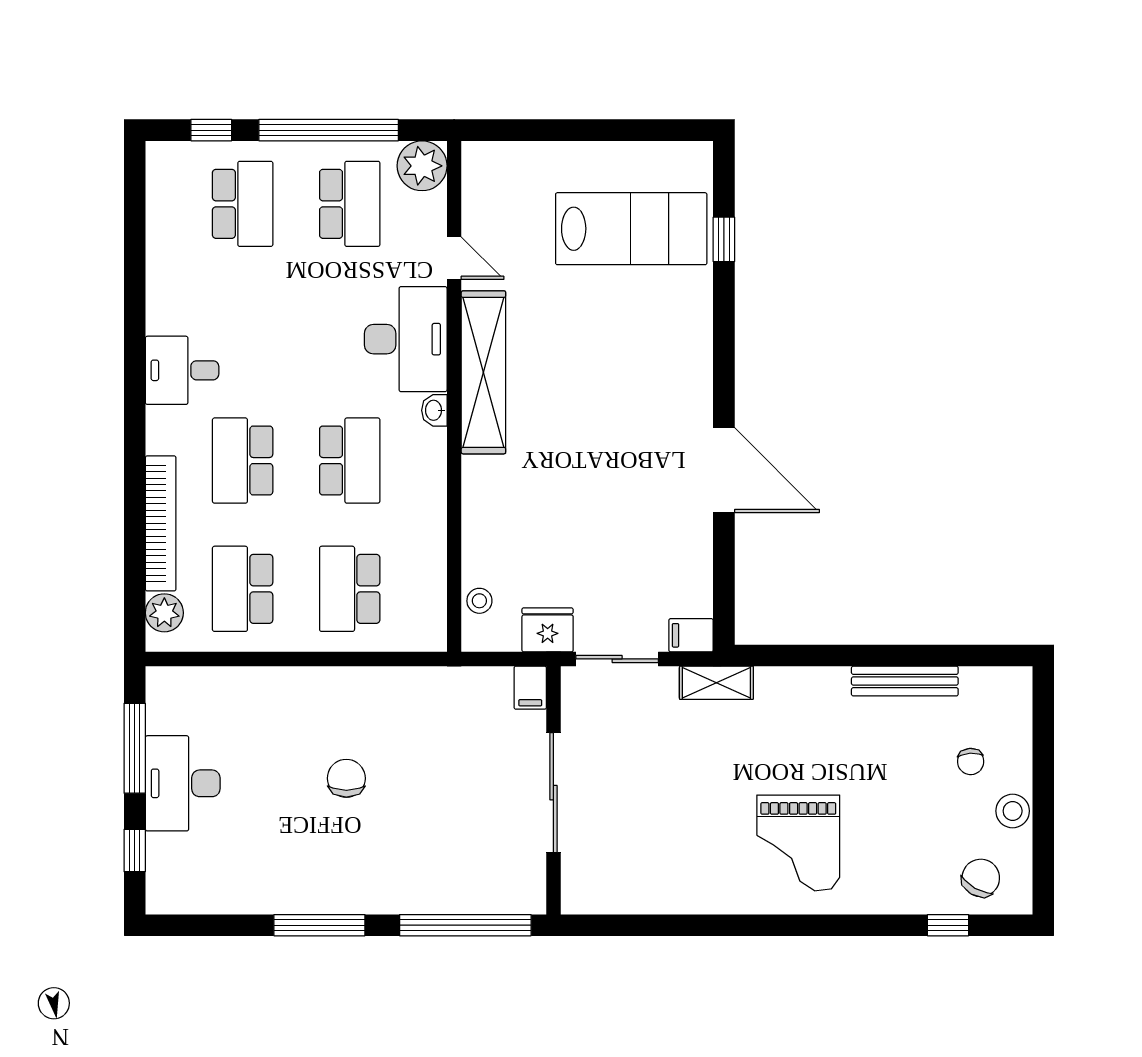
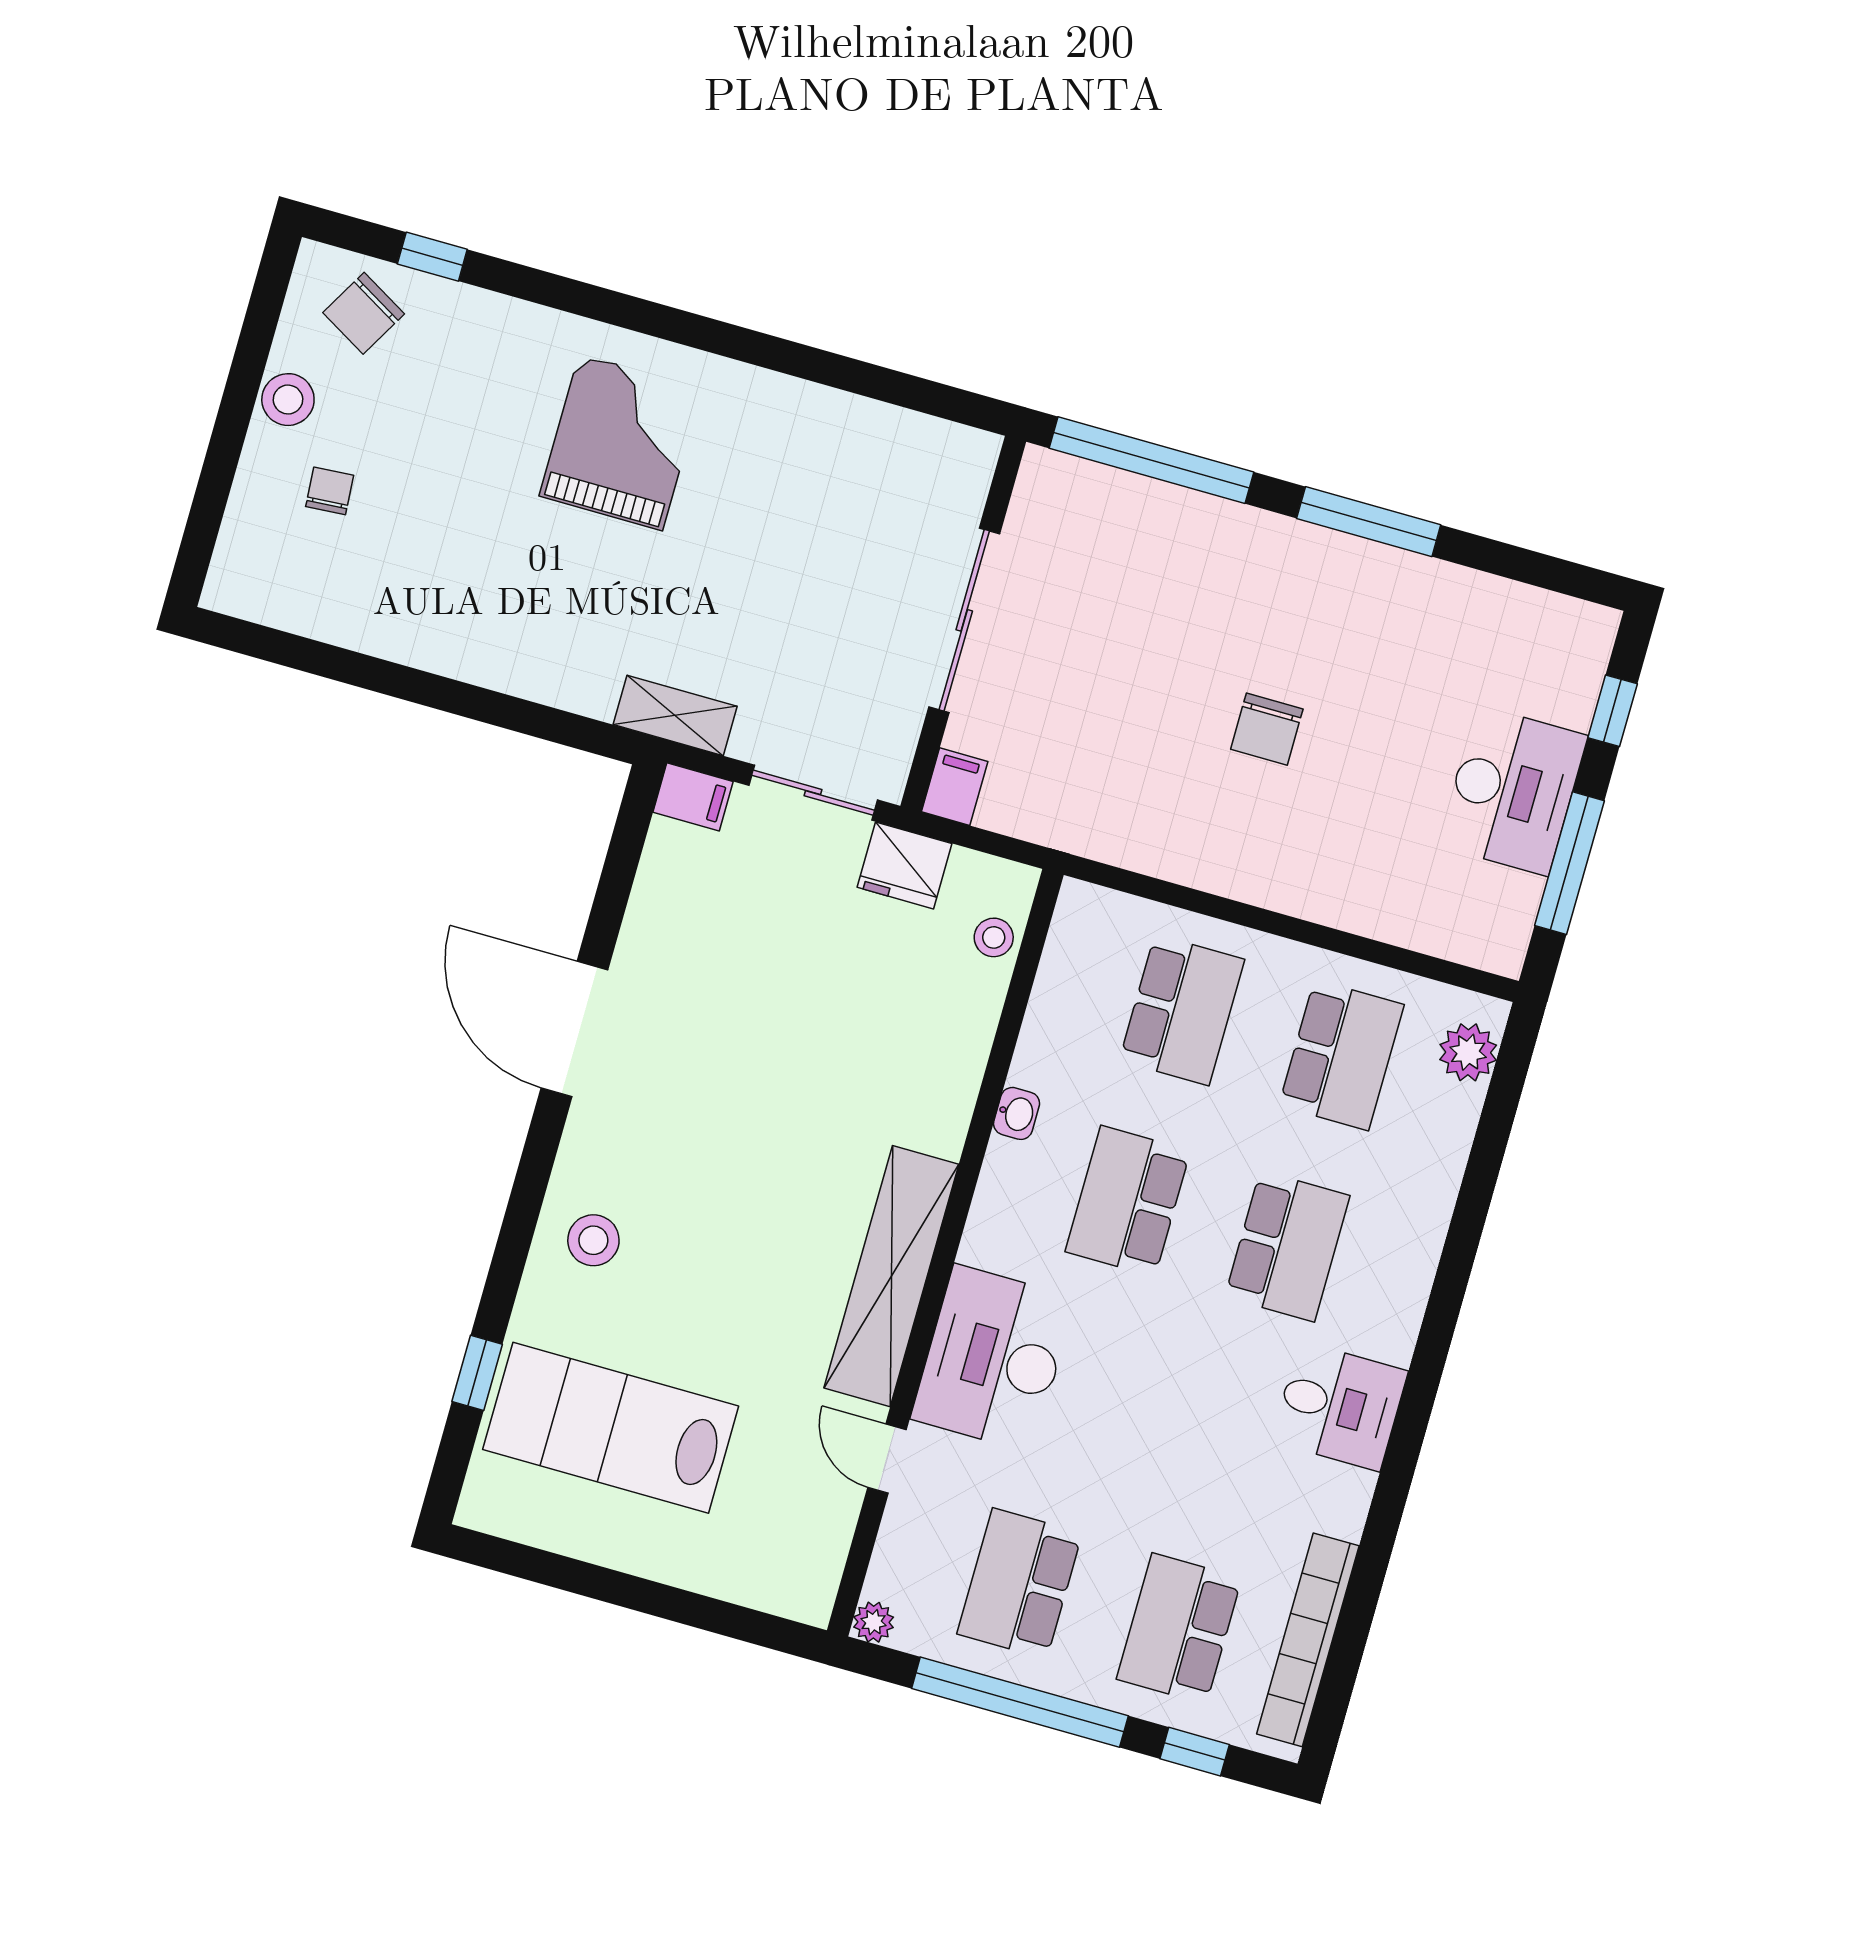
plant: (422, 166) -> (874, 1622), width x0.53, depth x0.53
stool: (675, 342) -> (593, 1240), added
washbasin: (434, 410) -> (1017, 1113), moved
bookcase: (161, 523) -> (1308, 1640), moved
bench: (905, 681) -> (394, 639), removed

